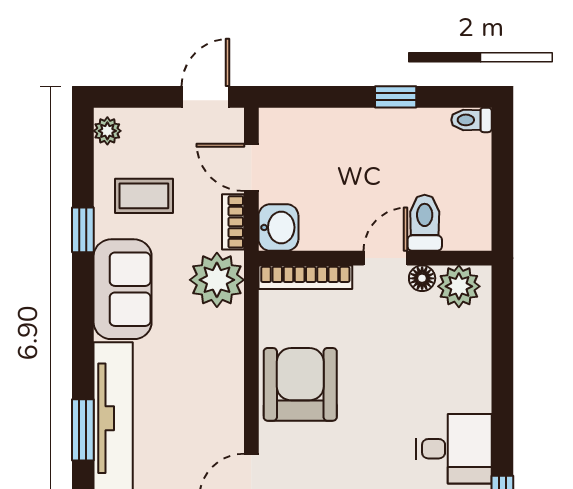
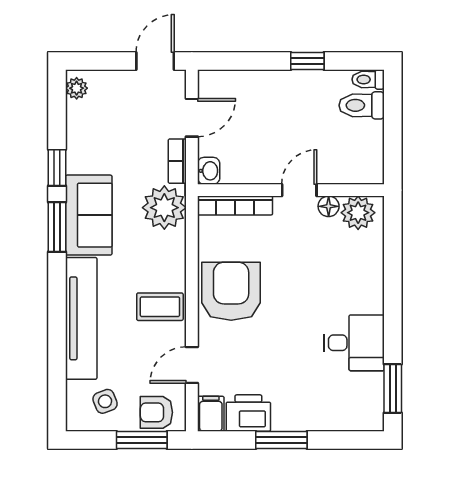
door: (251, 167) -> (192, 118), swing flipped
coffee table: (144, 196) -> (160, 307), moved
toilet: (425, 223) -> (362, 105), moved, turned -90
washbasin: (278, 227) -> (209, 171), width x0.72, depth x0.69
window: (83, 430) -> (57, 227), moved

